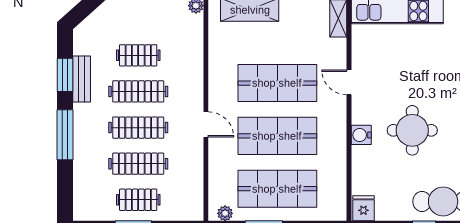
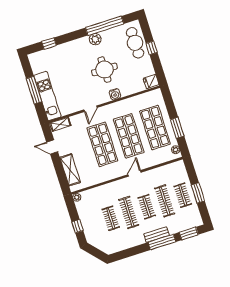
window: (65, 75) -> (189, 233), moved
bench: (82, 79) -> (156, 235), moved
clothes rail: (138, 128) -> (147, 207), width x0.73

